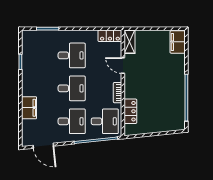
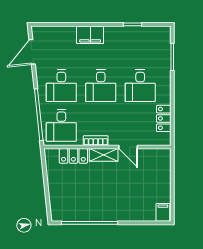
locker: (110, 36) -> (164, 118), moved
shelving: (130, 42) -> (104, 155), moved
filing cabinet: (178, 42) -> (163, 212), width x0.50
door: (123, 65) -> (128, 147), swing flipped
filing cabinet: (29, 108) -> (90, 35), moved

